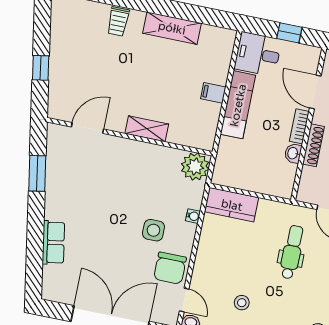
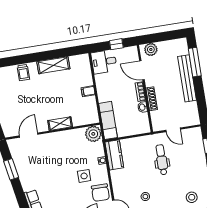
exam couch: (238, 105) -> (108, 120), moved
kitchen counter: (232, 205) -> (114, 155), moved, turned -90

